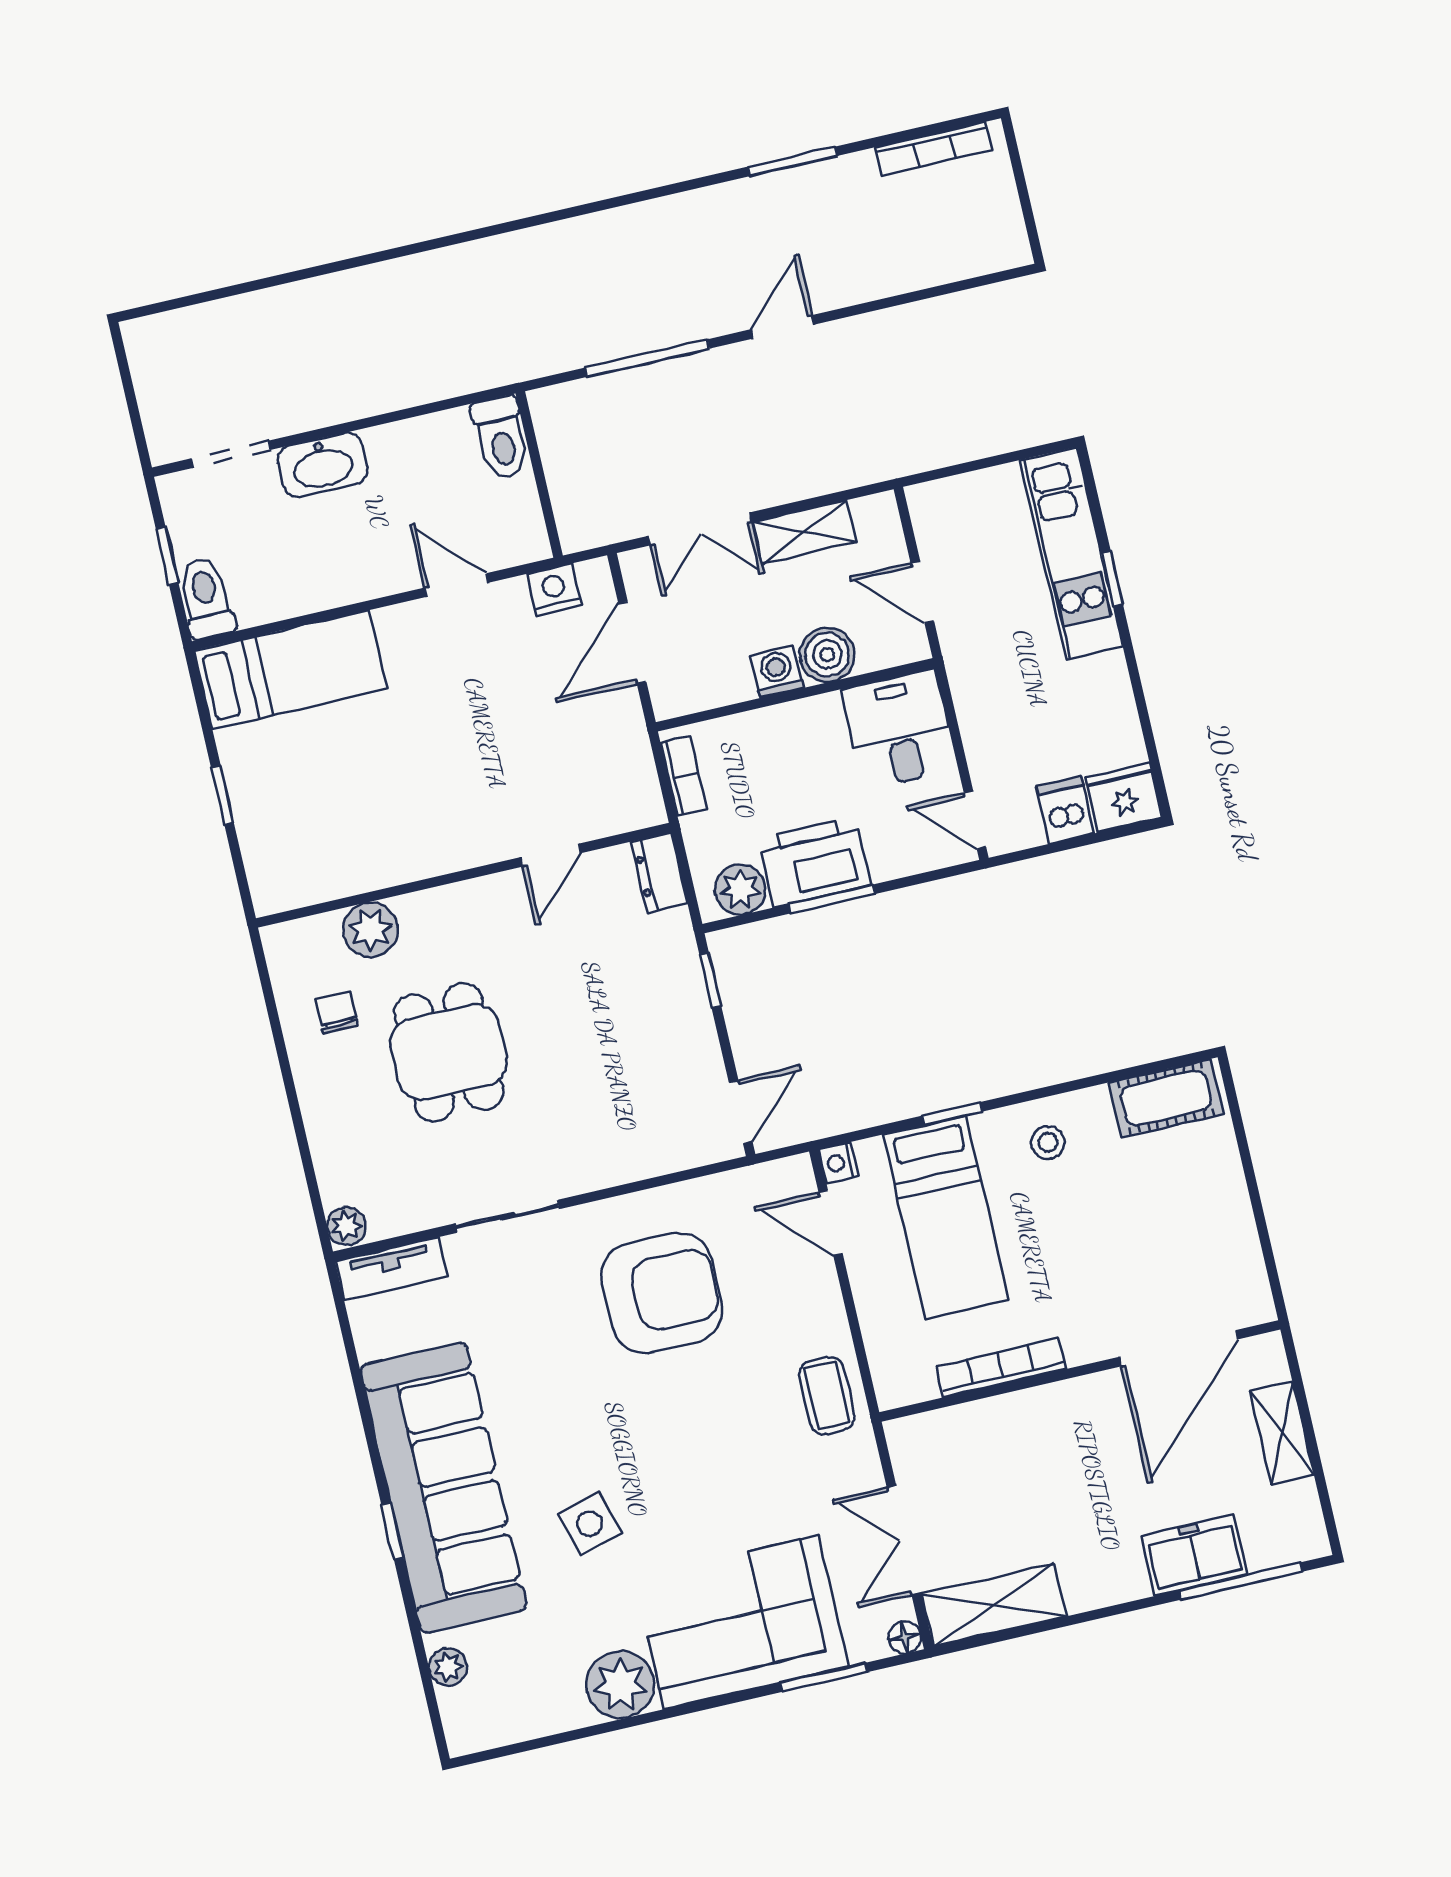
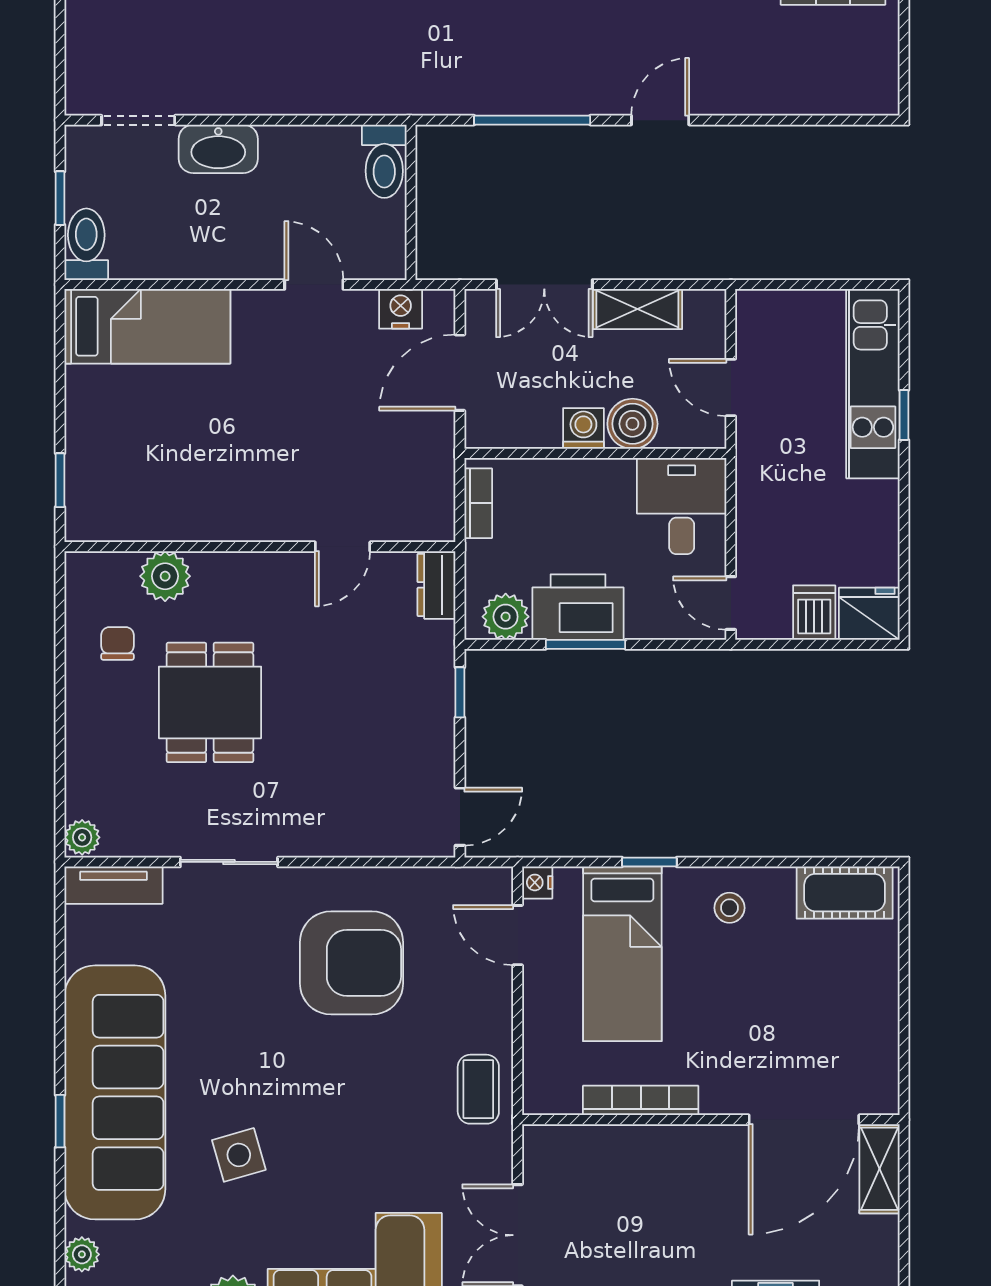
window: (222, 795) -> (60, 480), moved
shelving: (1282, 1433) -> (880, 1169), moved

